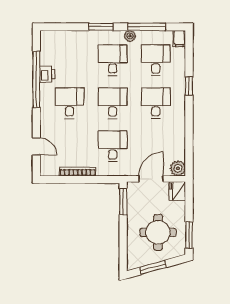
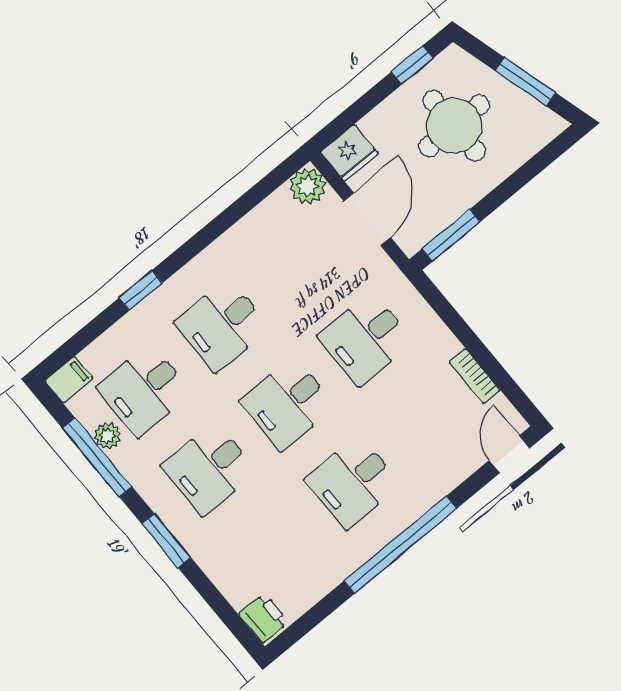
plant: (130, 36) -> (107, 436), moved
printer: (47, 74) -> (264, 618), moved, turned 90
window: (36, 79) -> (400, 545), moved
door: (36, 146) -> (510, 454), moved
bookcase: (78, 171) -> (475, 376), width x0.64
door: (151, 179) -> (367, 219), swing flipped
window: (189, 235) -> (412, 65), width x0.67

